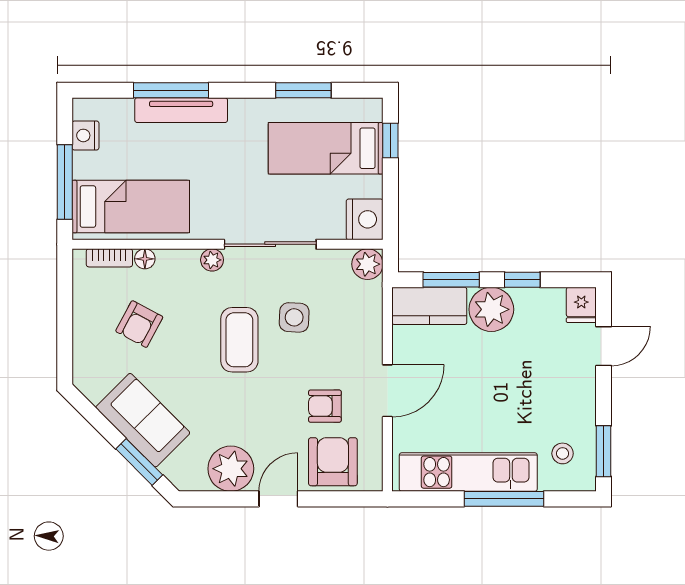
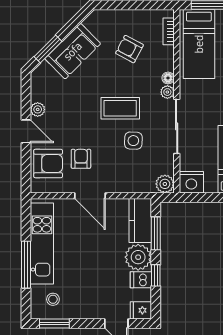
floor lamp: (145, 259) -> (168, 78), moved
dishwasher: (530, 305) -> (141, 280), added
plant: (231, 469) -> (38, 109), width x0.53, depth x0.53

